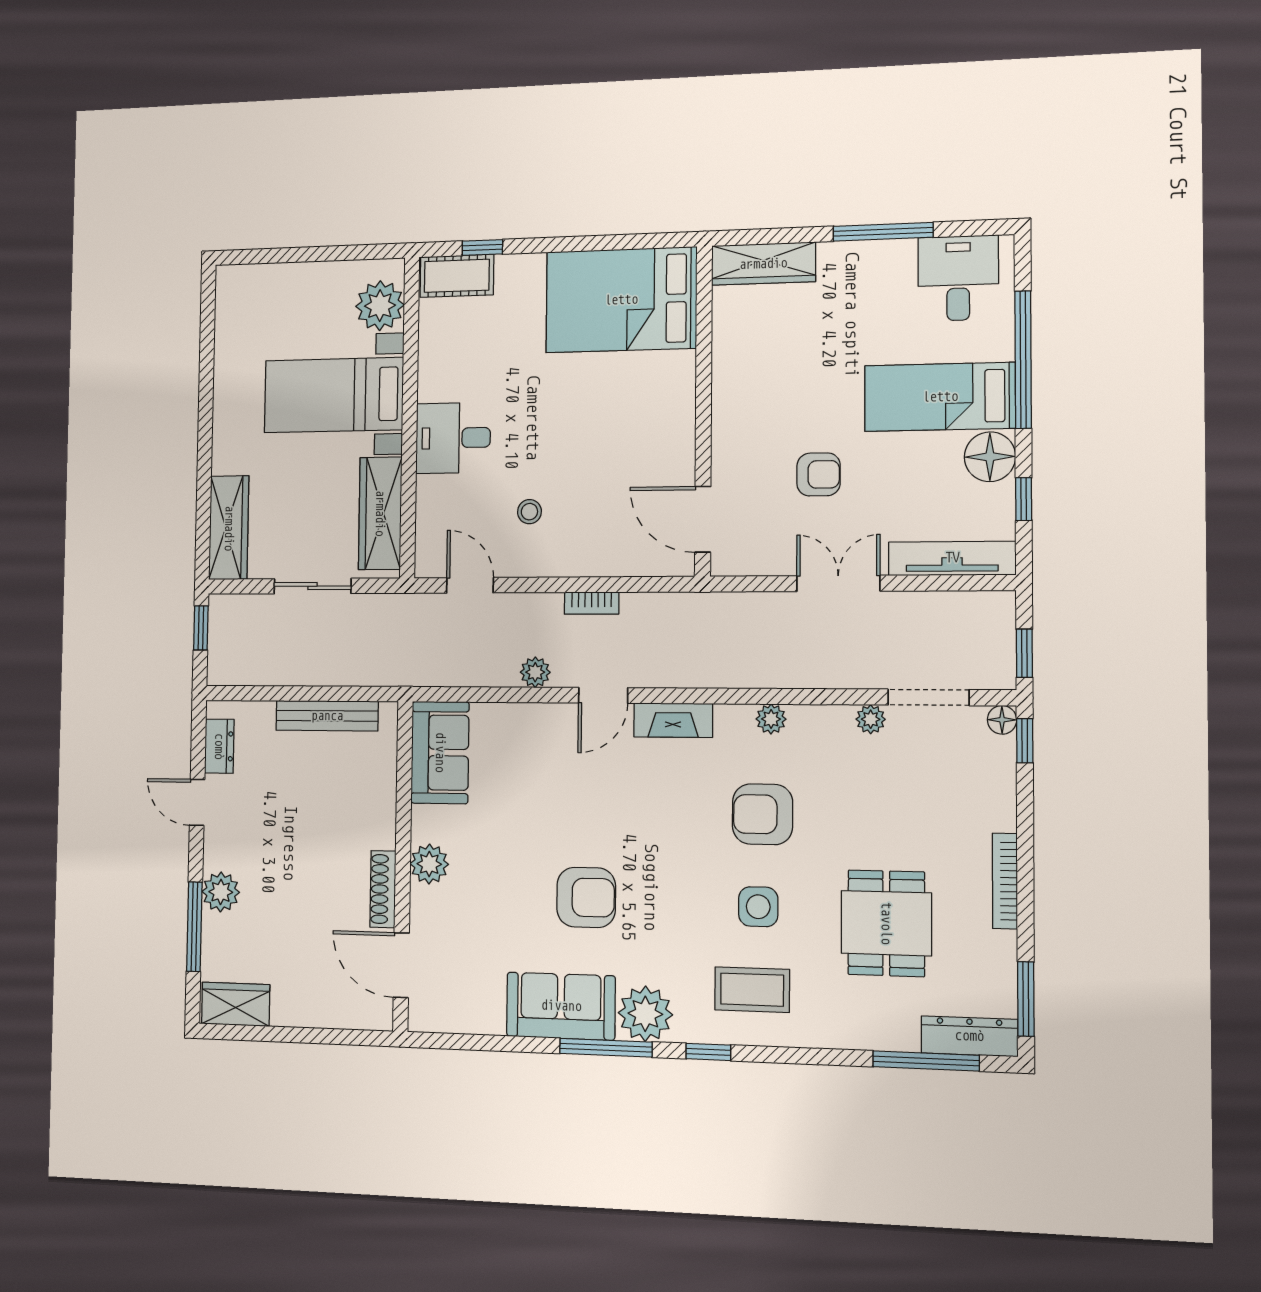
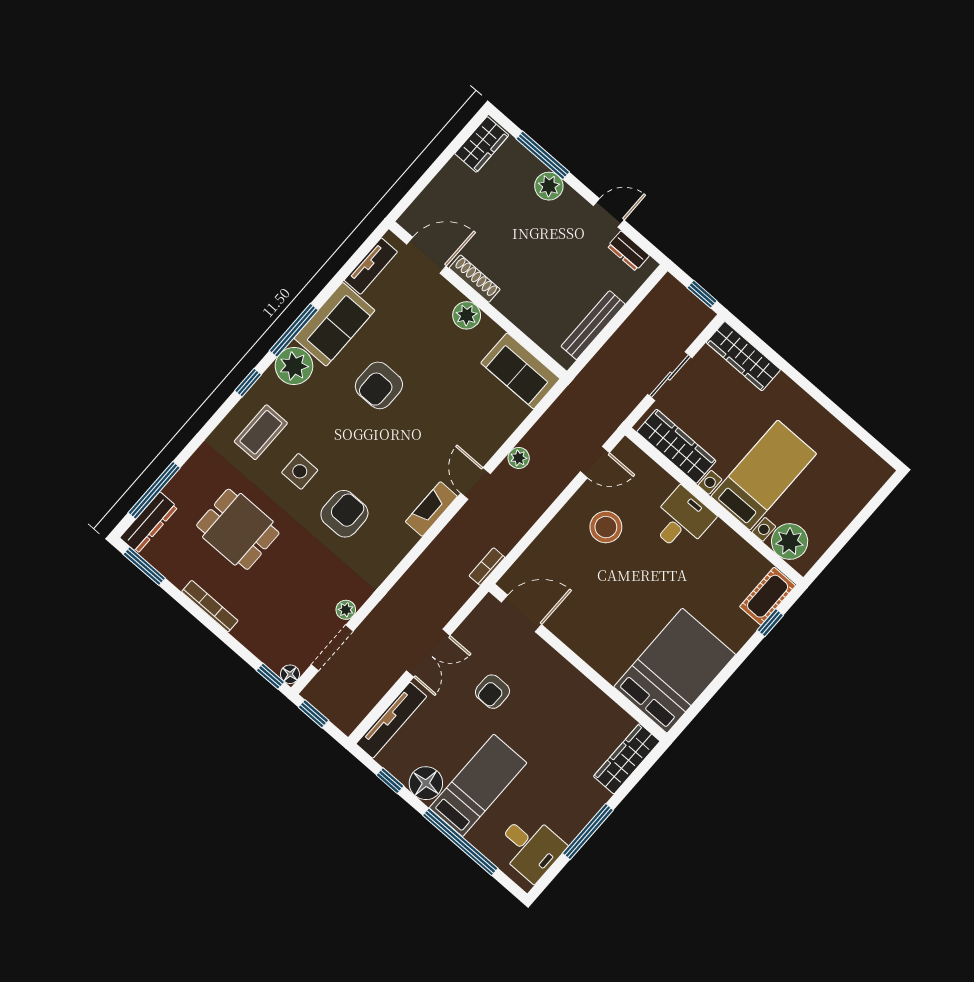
stool: (529, 512) -> (606, 527), width x1.89, depth x1.89
bookcase: (592, 603) -> (487, 567), moved
plant: (771, 719) -> (389, 560), removed
tv unit: (464, 1018) -> (371, 266), added

